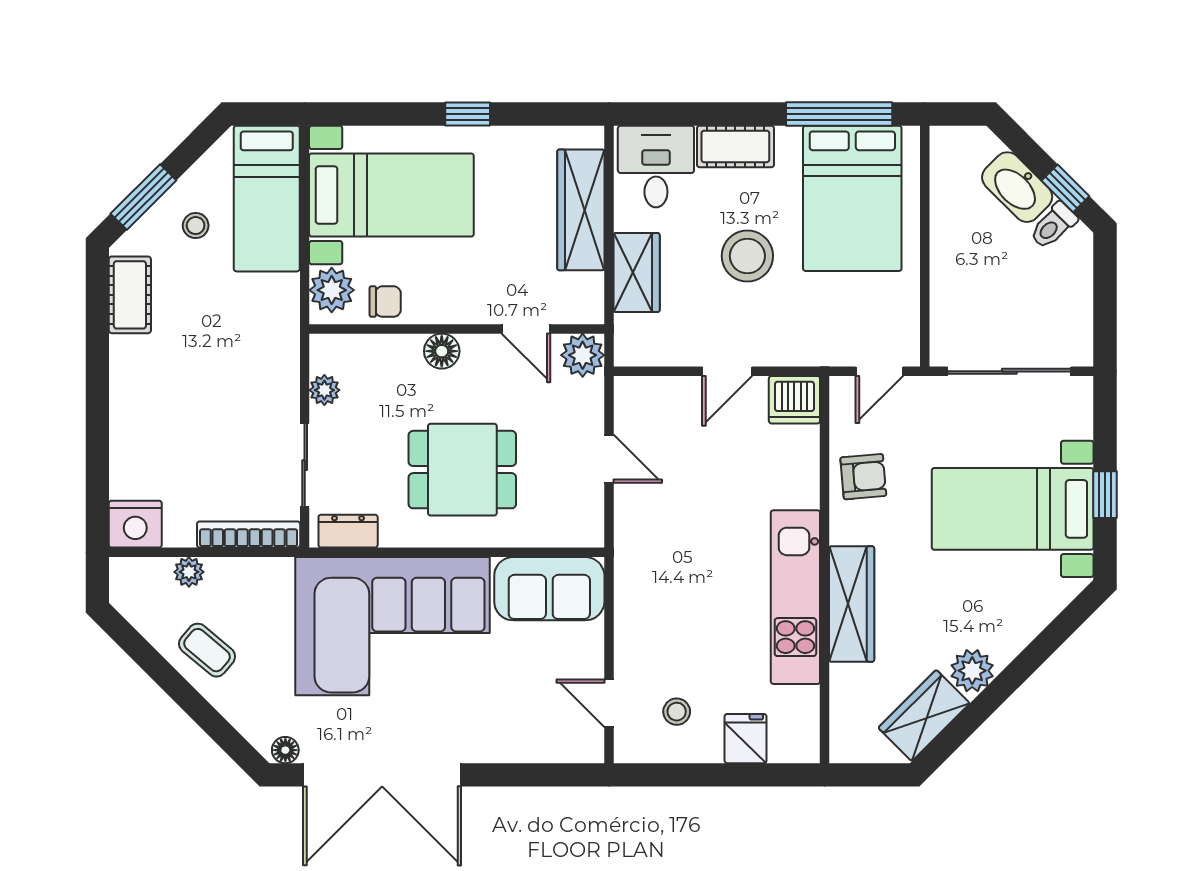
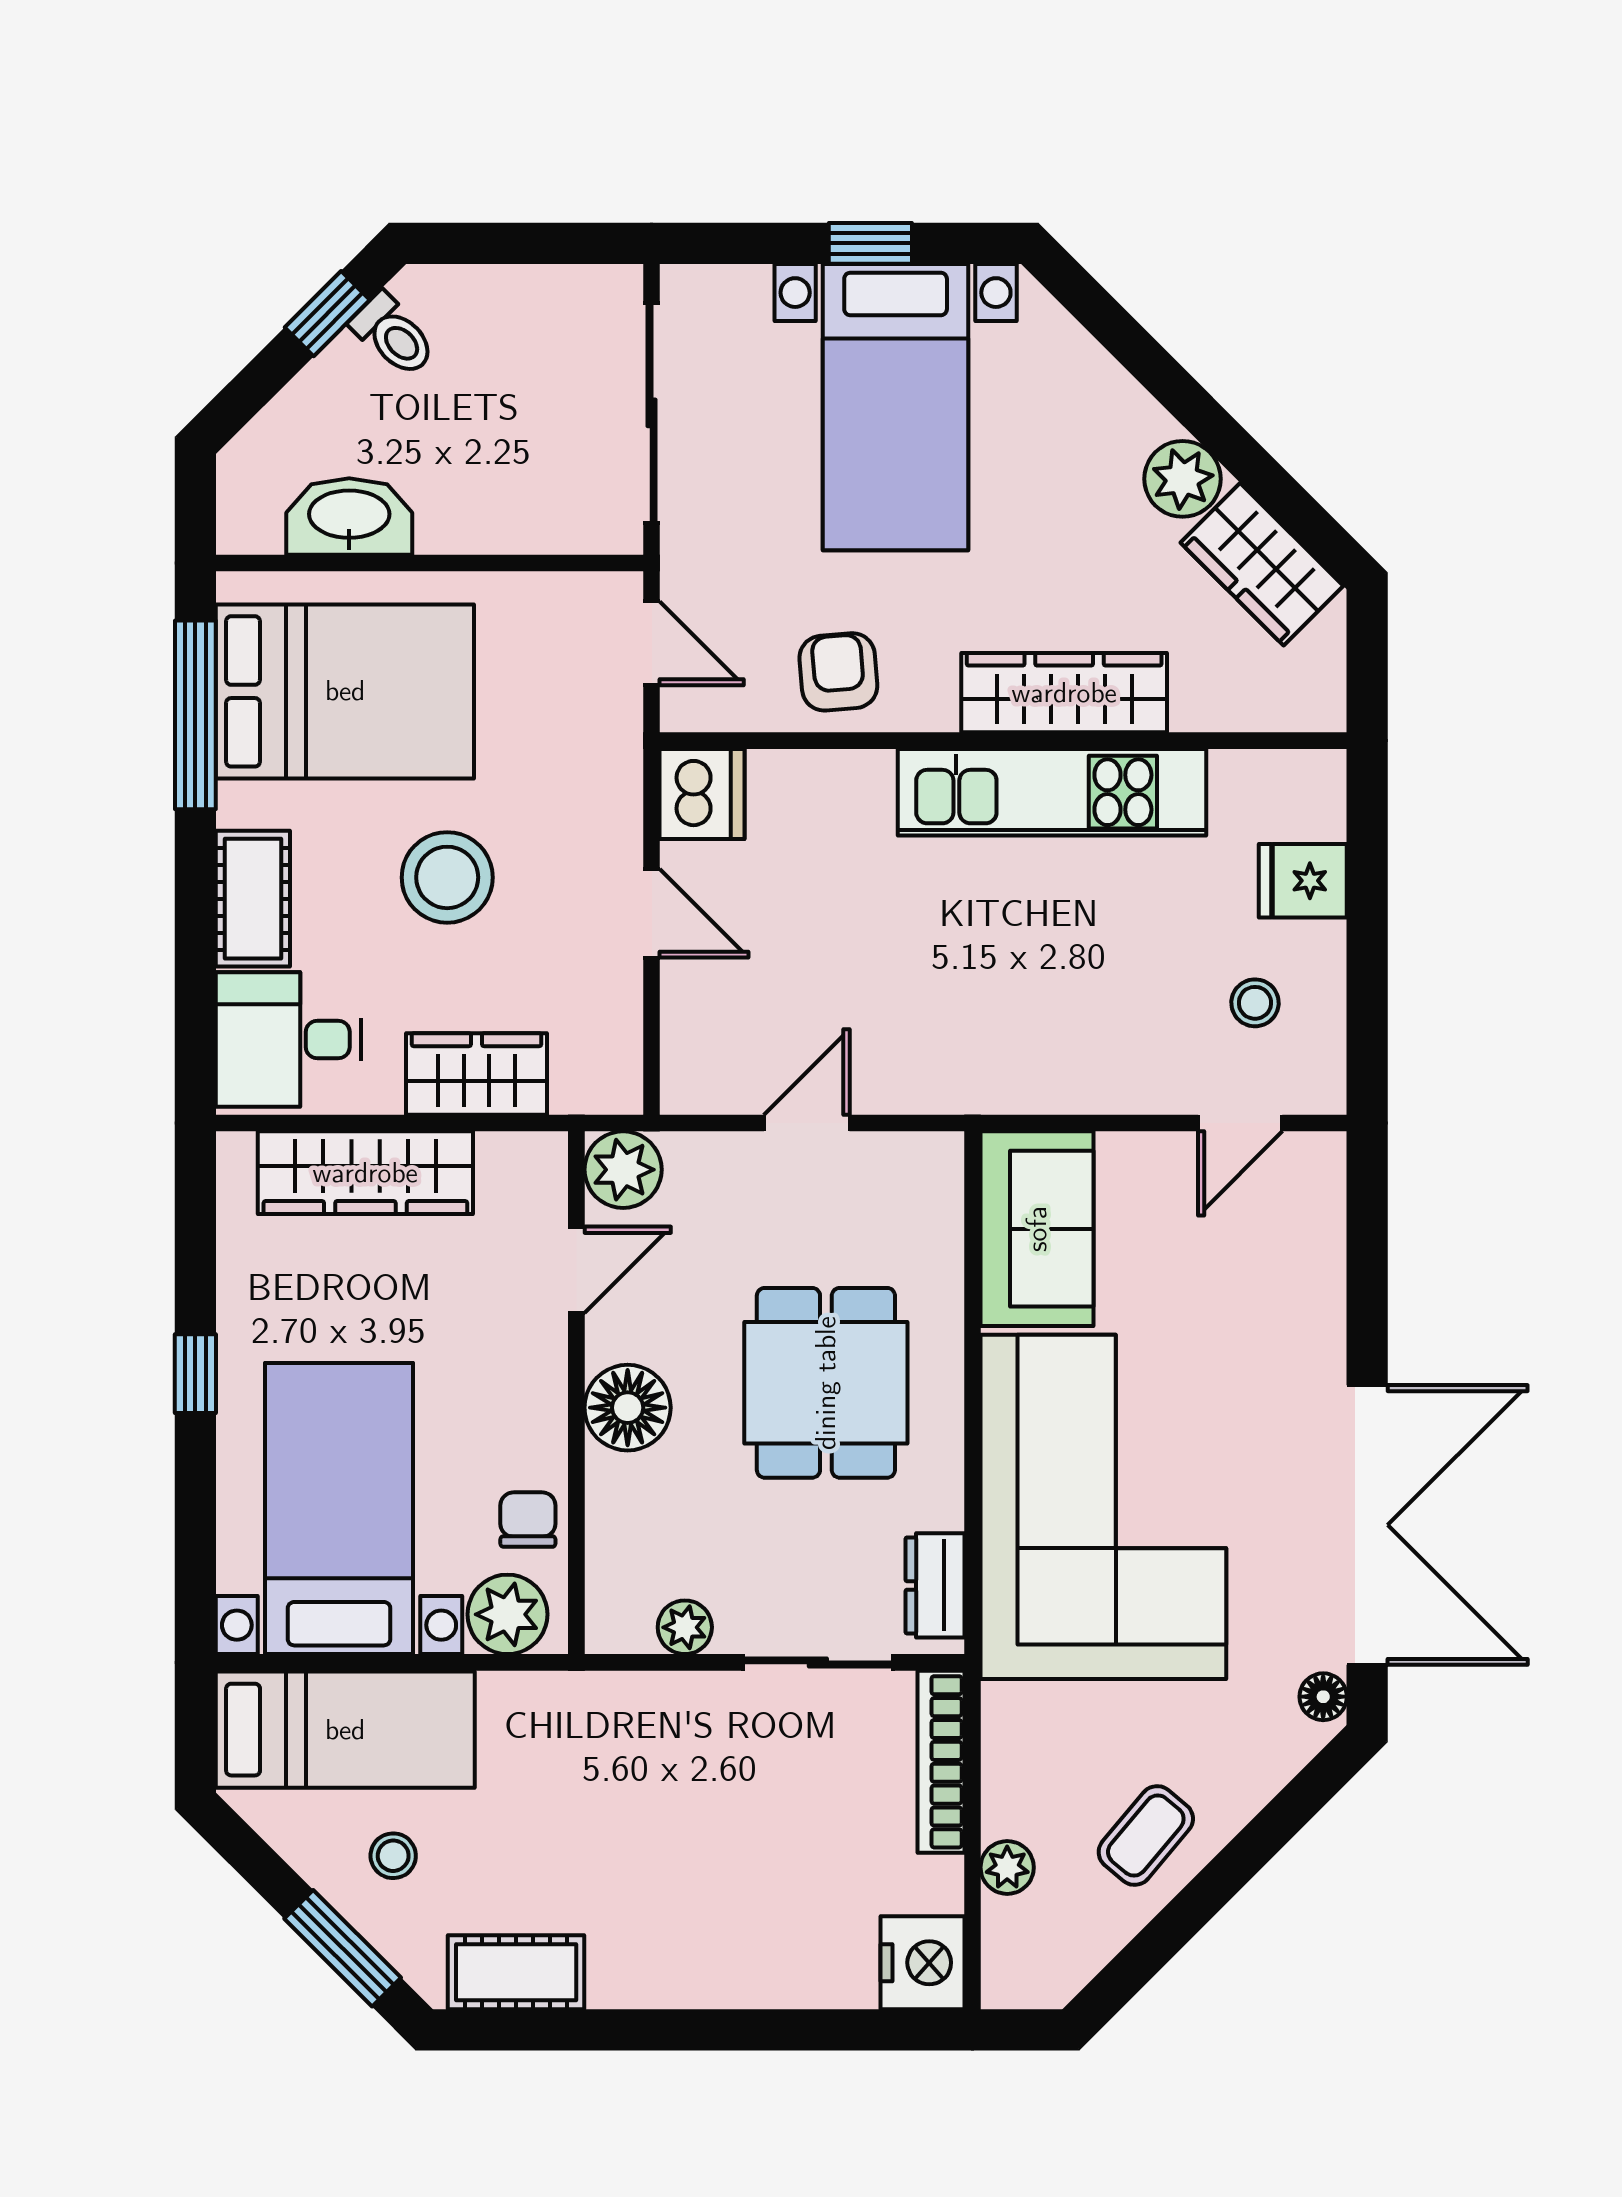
washbasin: (1017, 187) -> (349, 516), moved, turned -135
floor lamp: (442, 351) -> (628, 1408), width x1.38, depth x1.38

